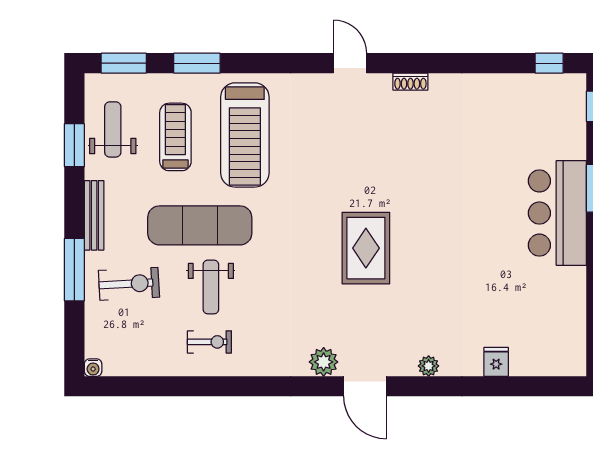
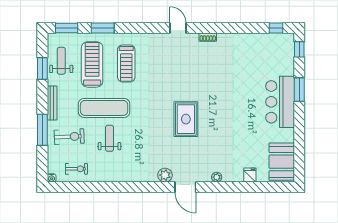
treadmill: (245, 135) -> (126, 63), width x0.73, depth x0.73
treadmill: (175, 137) -> (92, 64), width x1.37, depth x1.38
weight bench: (211, 287) -> (110, 138), turned 180
booth: (561, 335) -> (282, 162), added
exercise bike: (209, 342) -> (76, 169), moved

